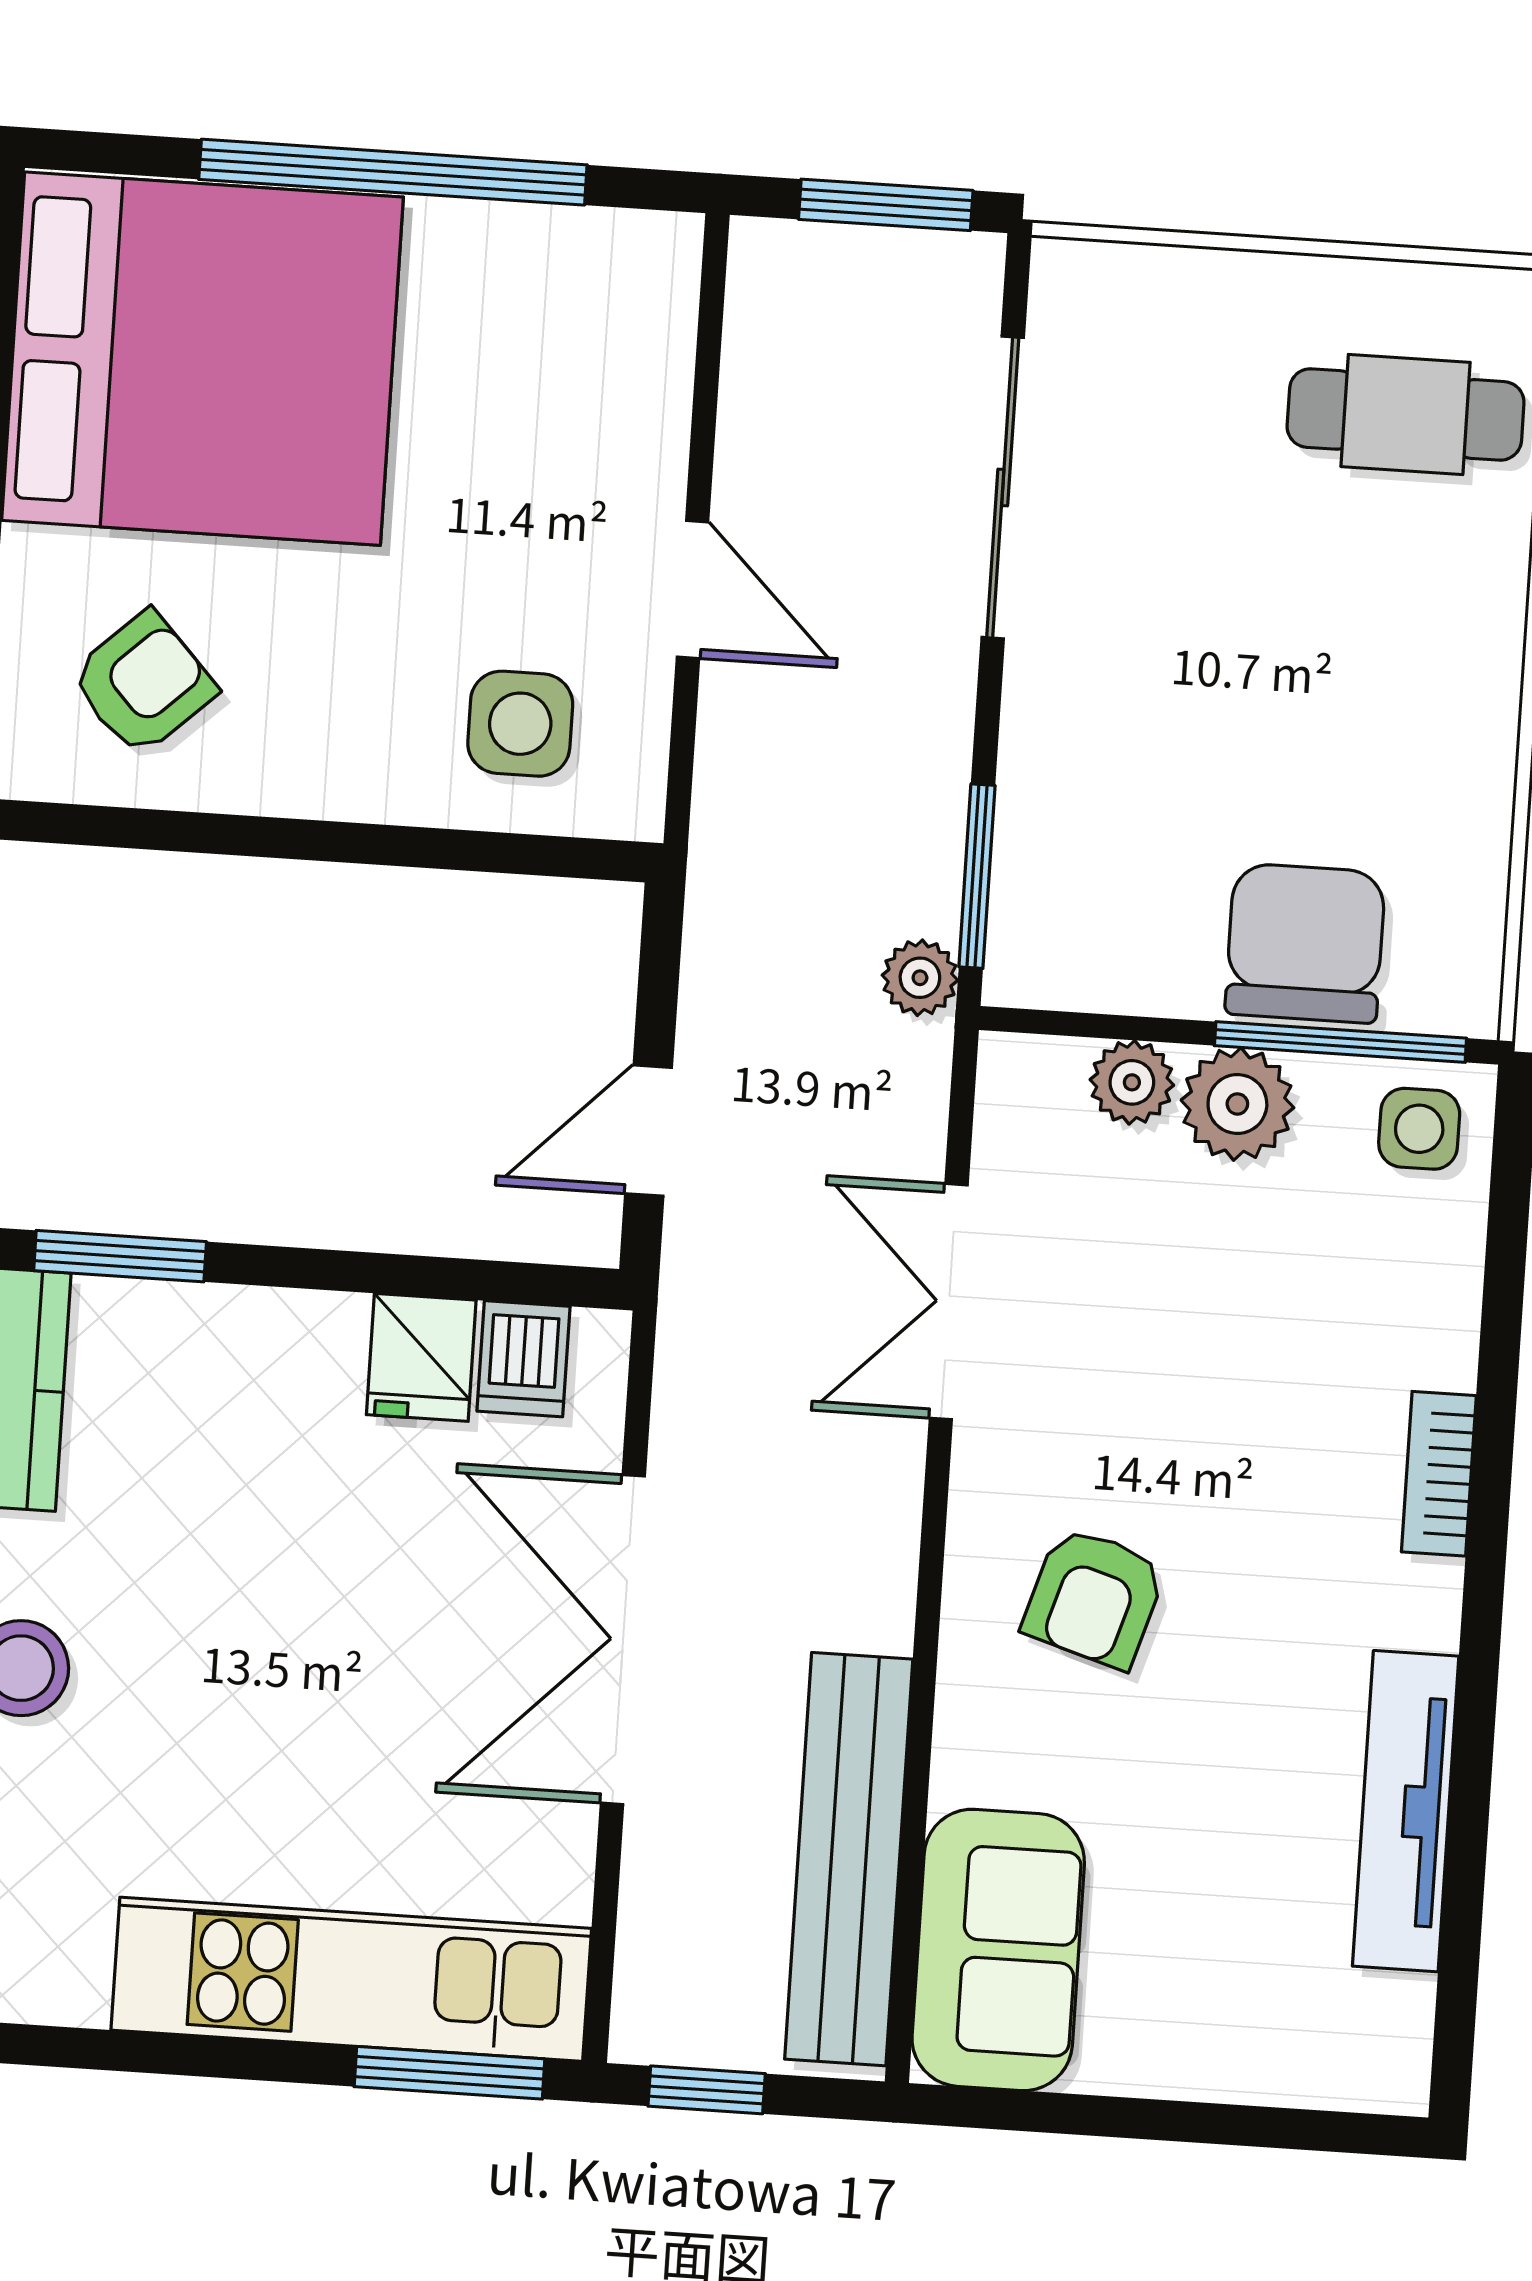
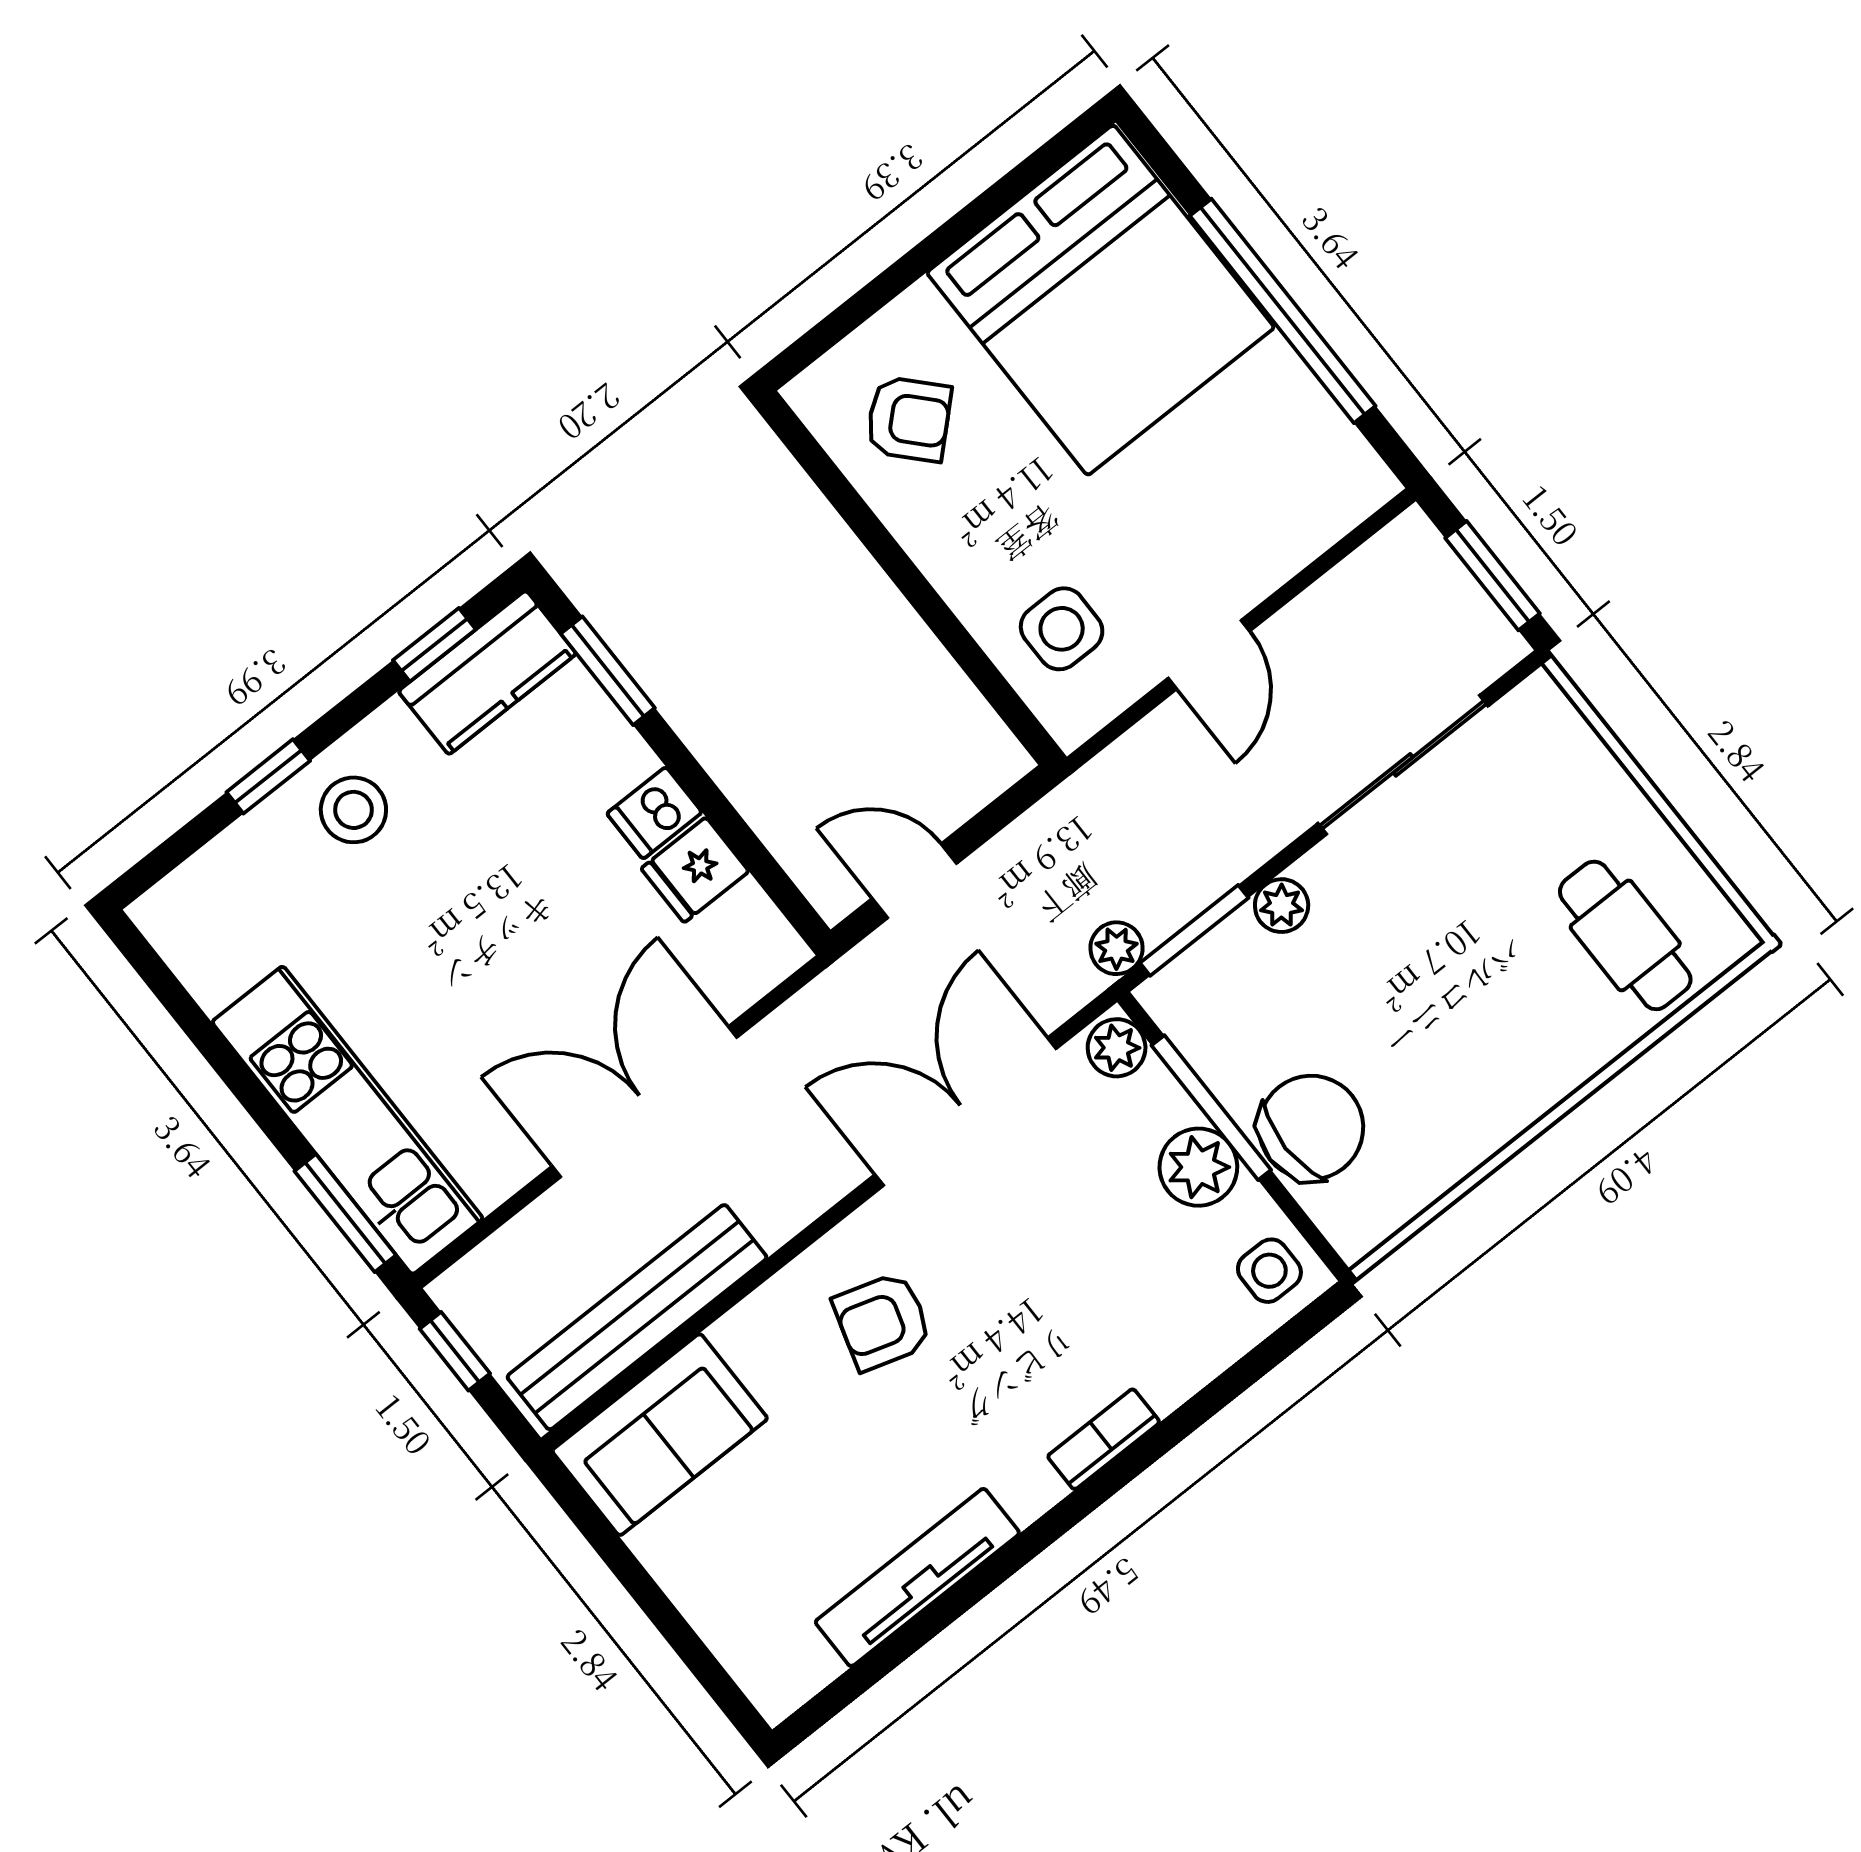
plant: (1036, 757) -> (1282, 906), added
window: (1341, 1042) -> (1211, 1108), moved
plant: (1132, 1082) -> (1117, 1048), moved
double door: (949, 1302) -> (966, 1112), width x1.37
dishwasher: (523, 1359) -> (654, 813), moved

